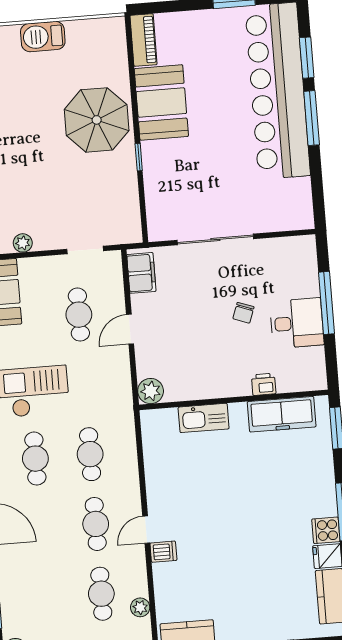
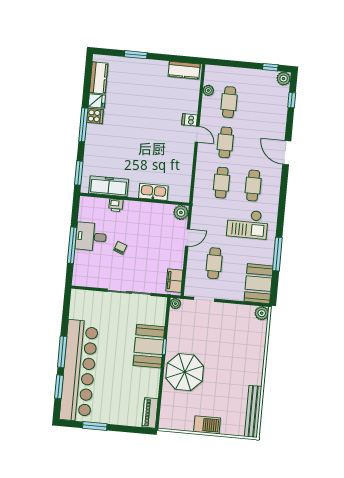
booth: (161, 102) -> (149, 346), moved
plant: (23, 243) -> (175, 304), moved
door: (130, 329) -> (188, 238), moved
door: (146, 530) -> (197, 134), hinge flipped

